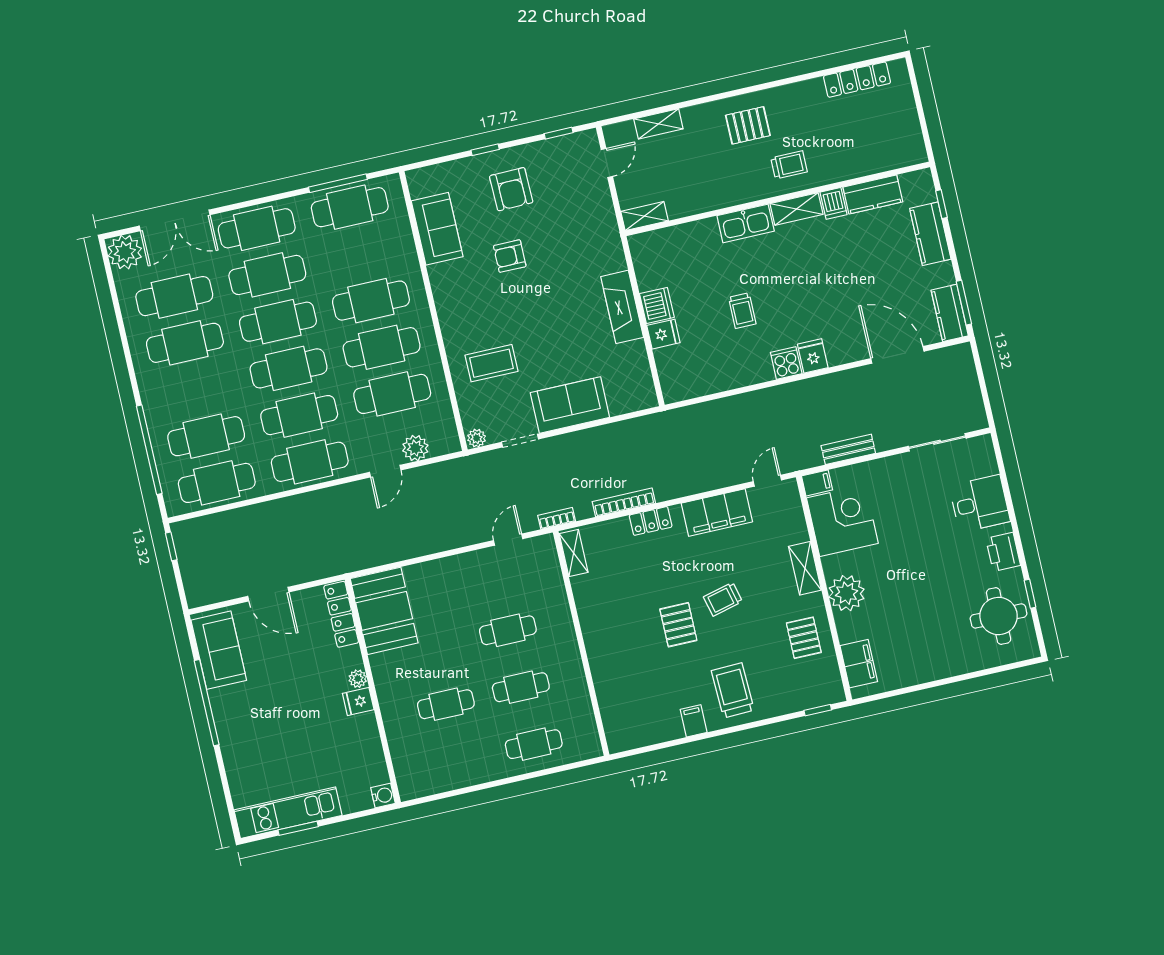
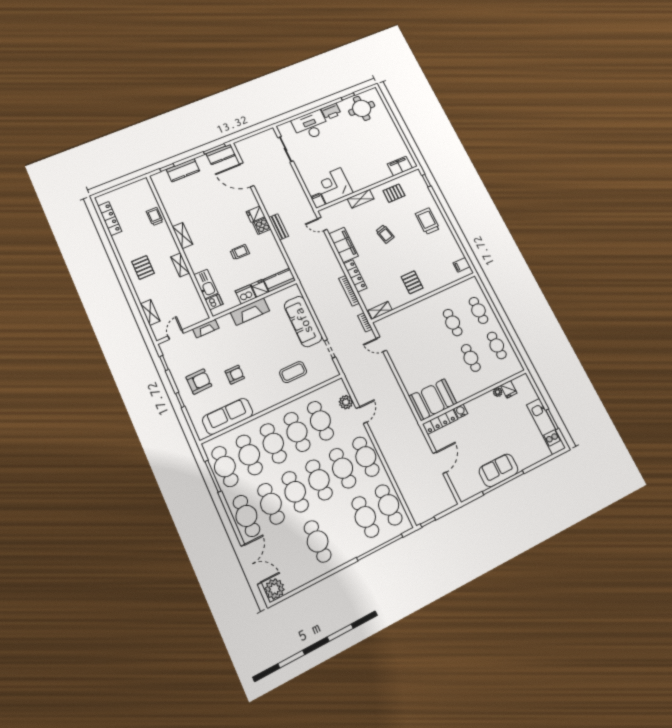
door: (607, 163) -> (176, 335), hinge flipped
trolley: (789, 165) -> (155, 216), moved
kitchen counter: (873, 194) -> (280, 280), moved, turned -90
dishwasher: (834, 203) -> (214, 302), moved
shelving: (645, 216) -> (180, 265), moved
fireplace: (607, 220) -> (206, 329), added
kitchen sink: (746, 223) -> (206, 284), moved
sofa: (437, 229) -> (228, 416), width x1.36
armchair: (510, 256) -> (235, 375), turned -90
cafe table: (174, 296) -> (249, 455), moved
door: (897, 355) -> (247, 175), hinge flipped
coffee table: (491, 363) -> (293, 372), turned 90
sofa: (570, 405) -> (303, 321), width x1.36
plant: (477, 438) -> (334, 371), removed
bench: (848, 449) -> (279, 227), moved
door: (385, 471) -> (361, 415), hinge flipped
desk: (980, 504) -> (311, 125), width x1.37
locker: (651, 521) -> (355, 276), width x1.53
plant: (847, 593) -> (368, 178), removed
pallet: (678, 625) -> (412, 282), moved, turned 90
cafe table: (508, 630) -> (497, 345), moved
sofa: (219, 650) -> (498, 470), moved
plant: (358, 679) -> (498, 392), moved
trolley: (733, 690) -> (427, 221), turned 92
fridge: (358, 702) -> (509, 389), moved
filing cabinet: (694, 721) -> (462, 265), moved
water cooler: (383, 796) -> (461, 411), moved

